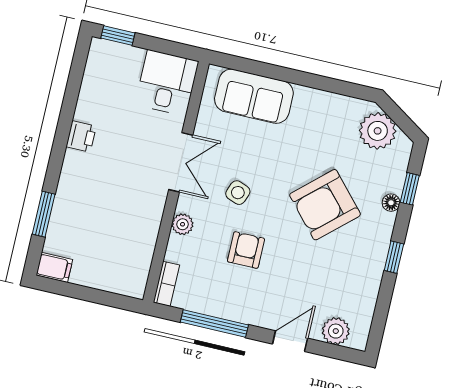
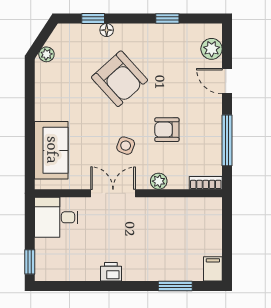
plant: (378, 131) -> (46, 54), width x0.53, depth x0.53
window: (394, 257) -> (167, 18), moved

